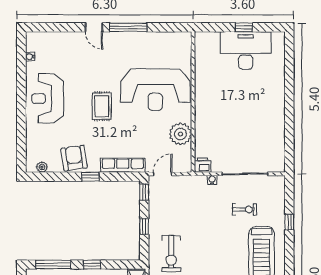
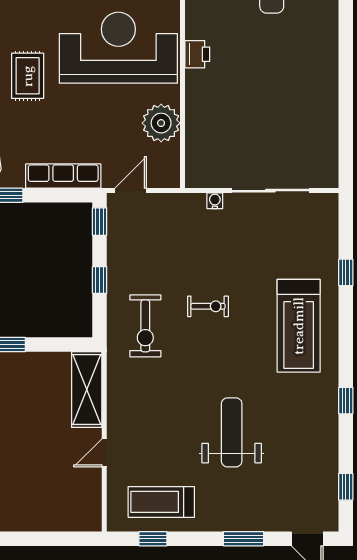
reception desk: (155, 90) -> (118, 48), turned 180
printer: (203, 165) -> (197, 54), moved, turned 90
exercise bike: (244, 209) -> (208, 306), moved

